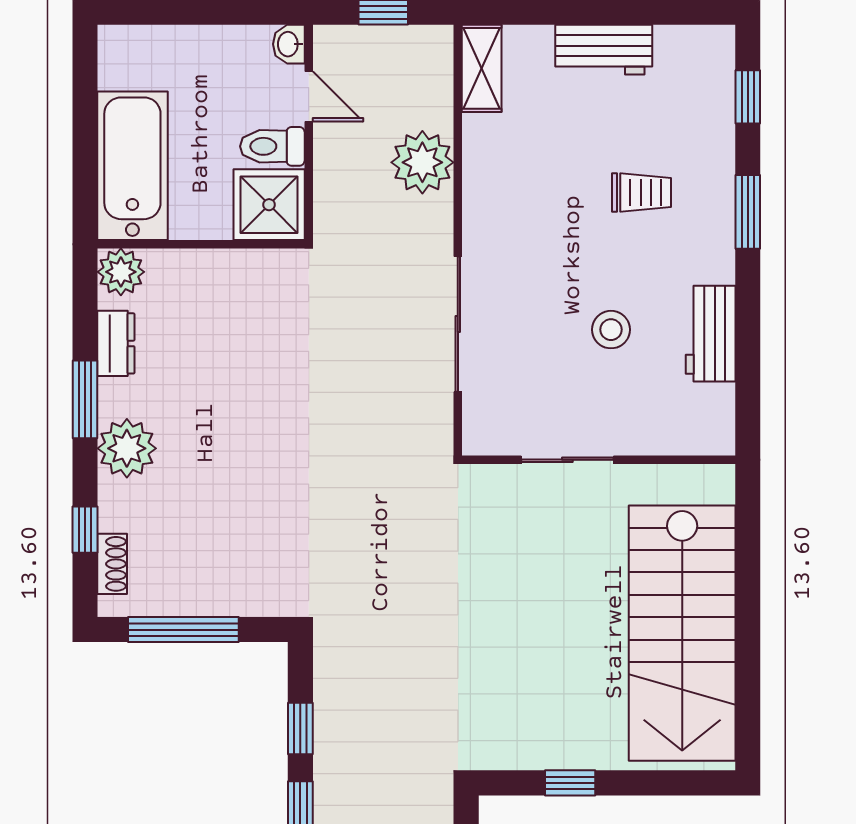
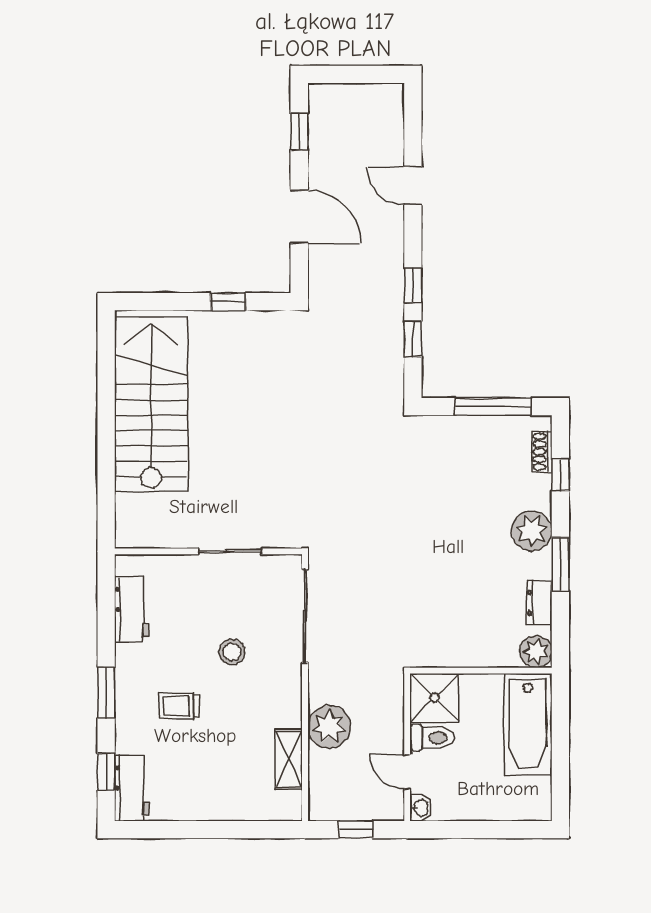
workbench: (604, 50) -> (132, 788), moved, turned 90
shelving: (482, 68) -> (289, 759), moved
stool: (611, 330) -> (232, 652), moved
sliding door: (567, 460) -> (230, 551), moved
wall: (599, 460) -> (208, 551), moved

